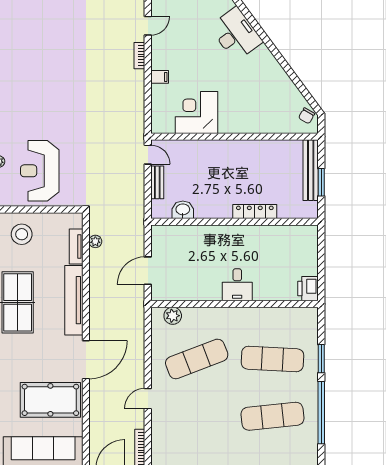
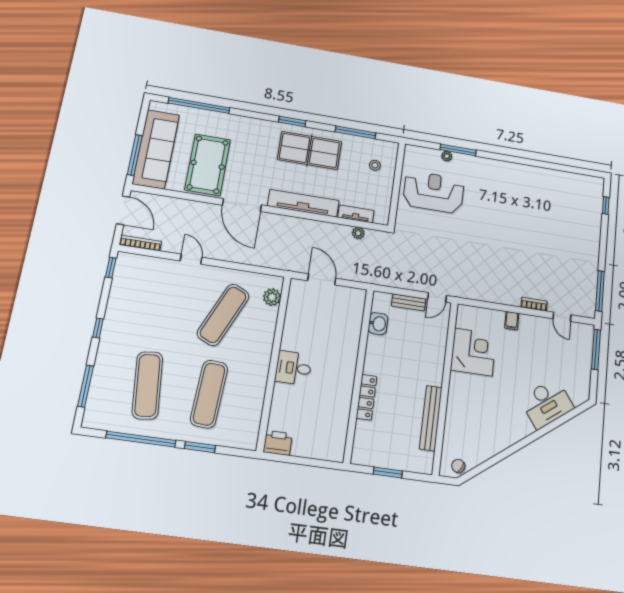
bench: (311, 170) -> (431, 418), moved, turned 90
stool: (22, 234) -> (375, 165), width x0.53, depth x0.53
exercise mat: (197, 359) -> (223, 315), turned 45

